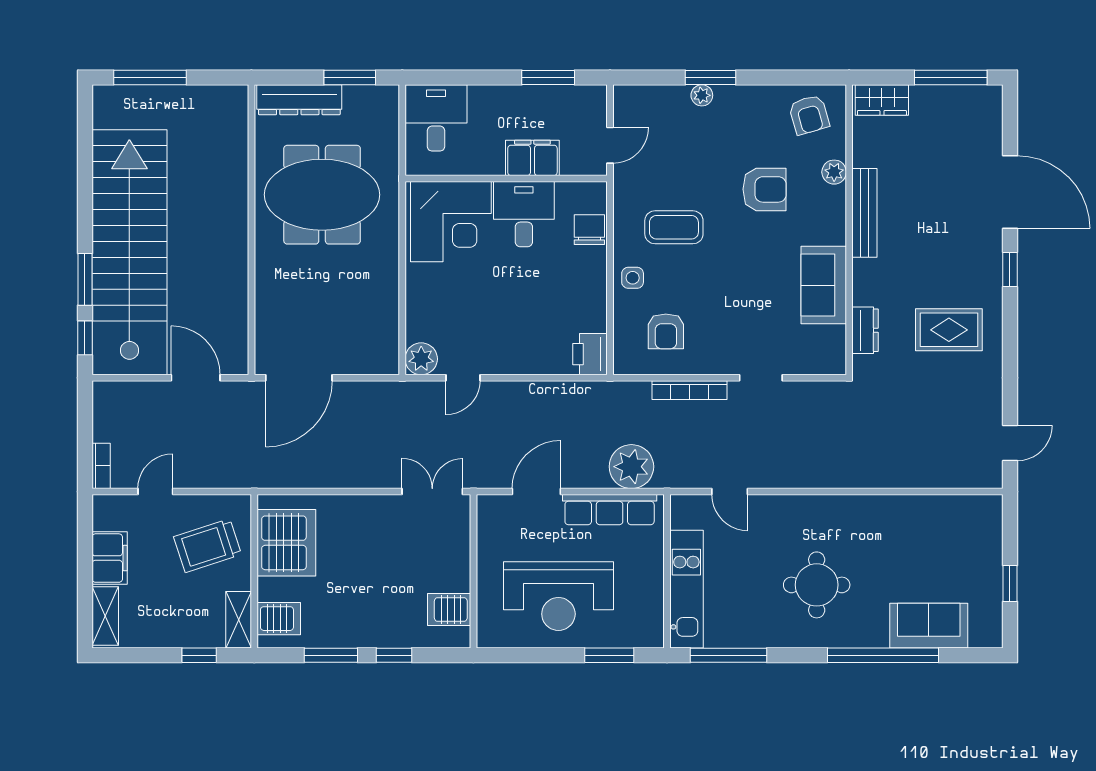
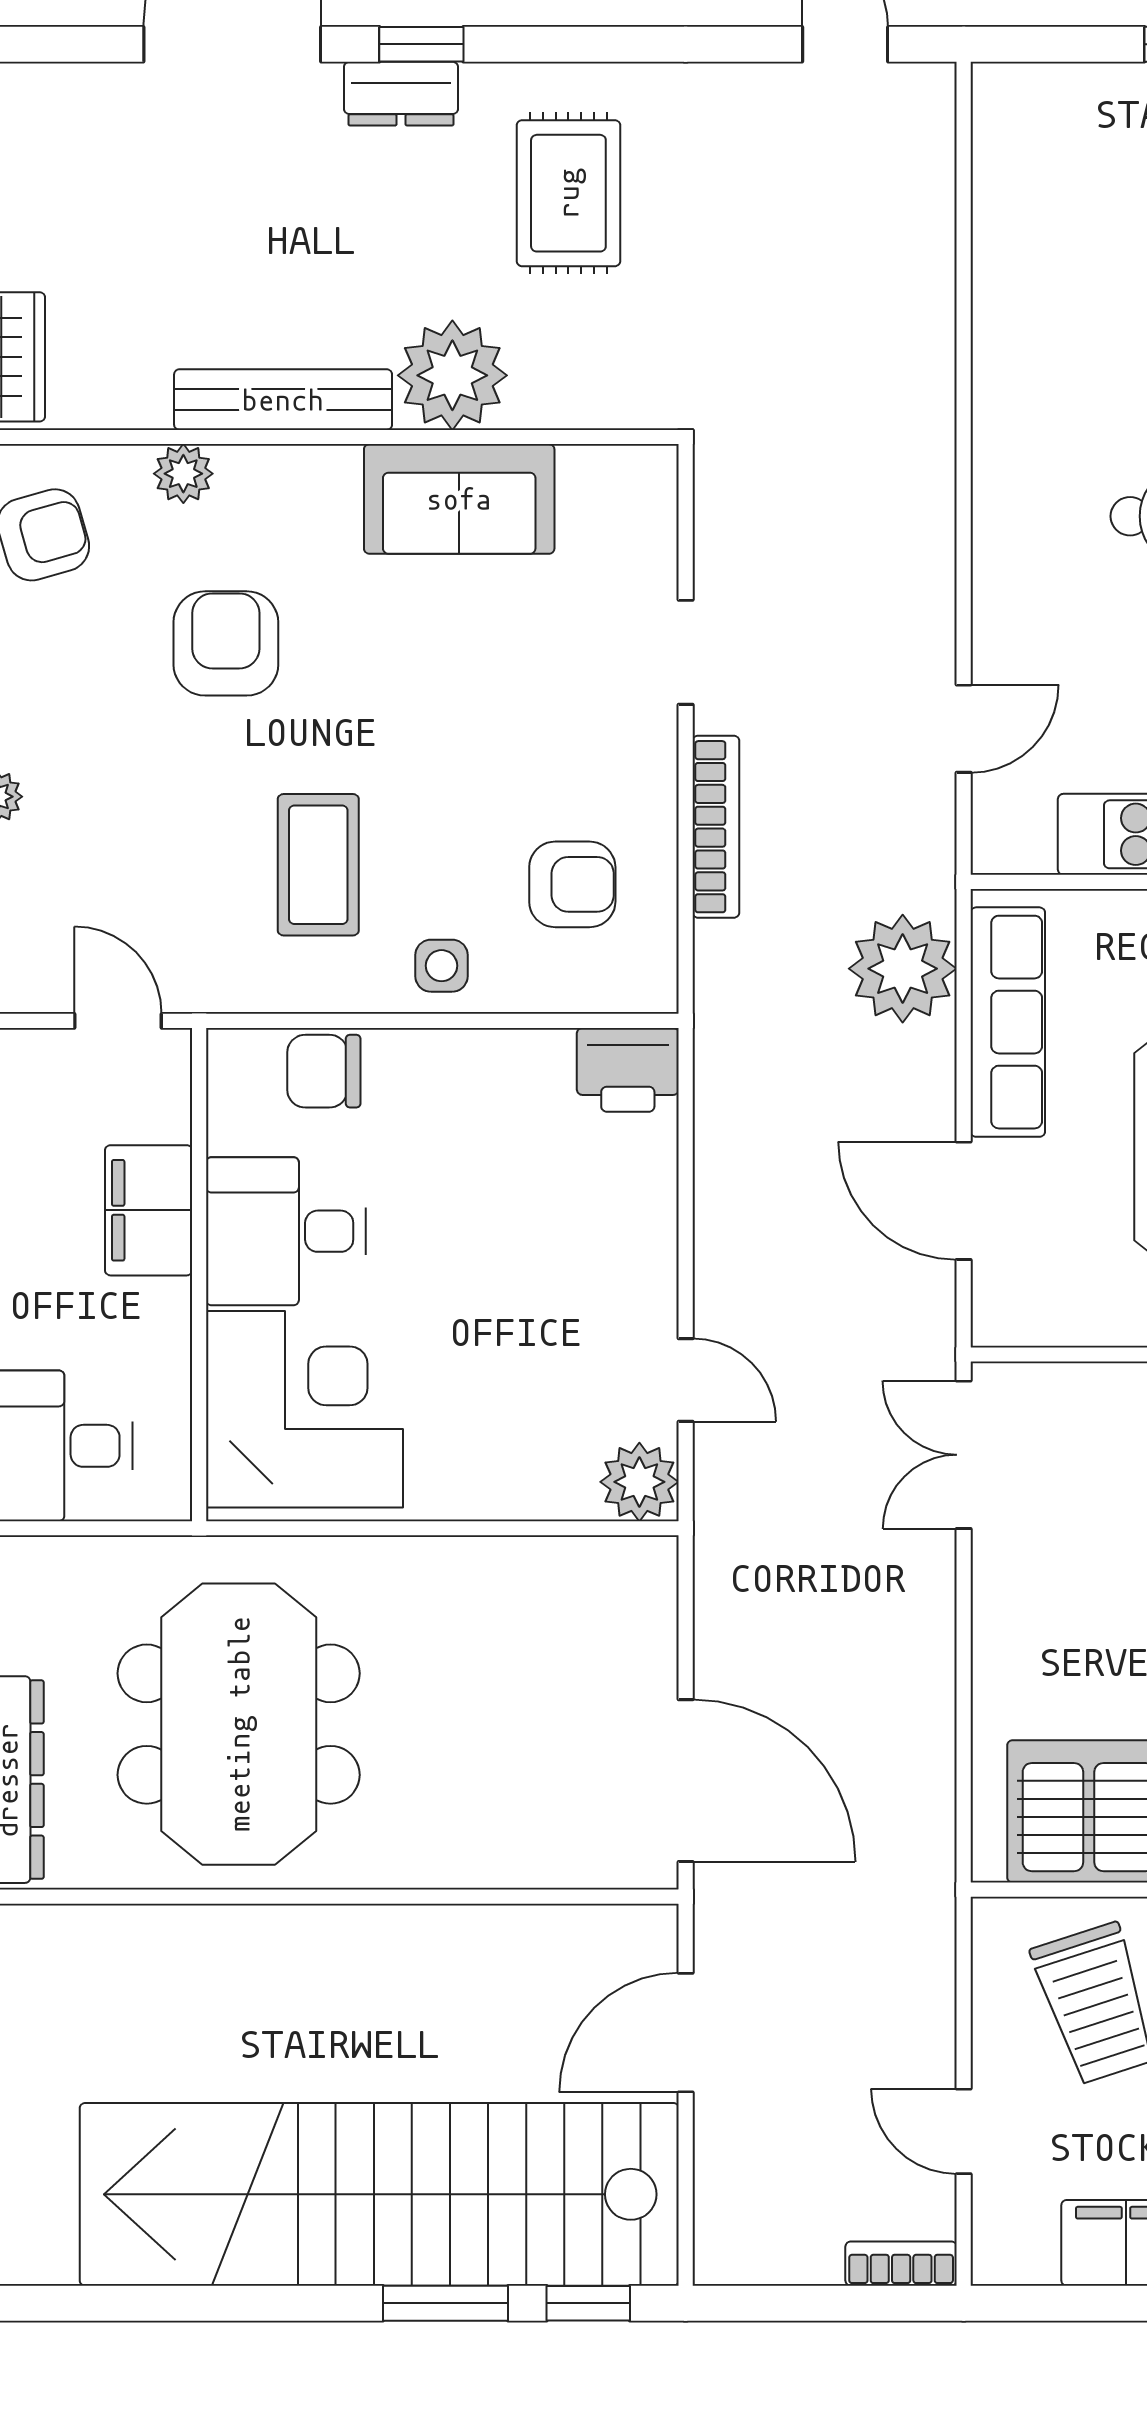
plant: (874, 282) -> (452, 375), added
dresser: (865, 330) -> (401, 94), moved, turned 180

